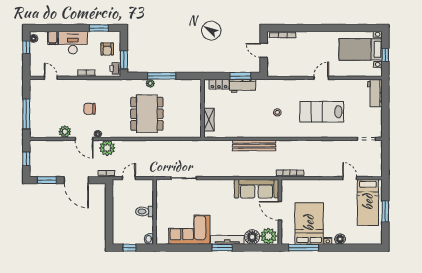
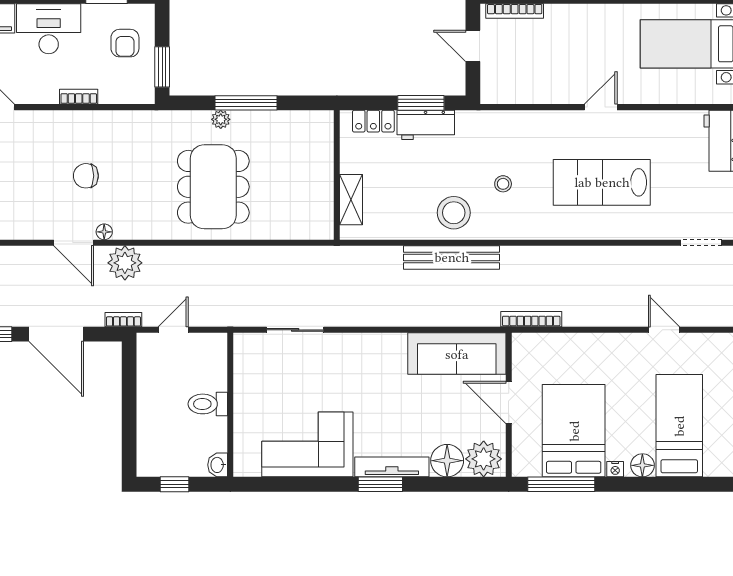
printer: (115, 68) -> (143, 86), removed
stool: (255, 125) -> (454, 213), added
plant: (65, 132) -> (31, 227), removed
bed: (368, 202) -> (679, 426), moved, turned 180

